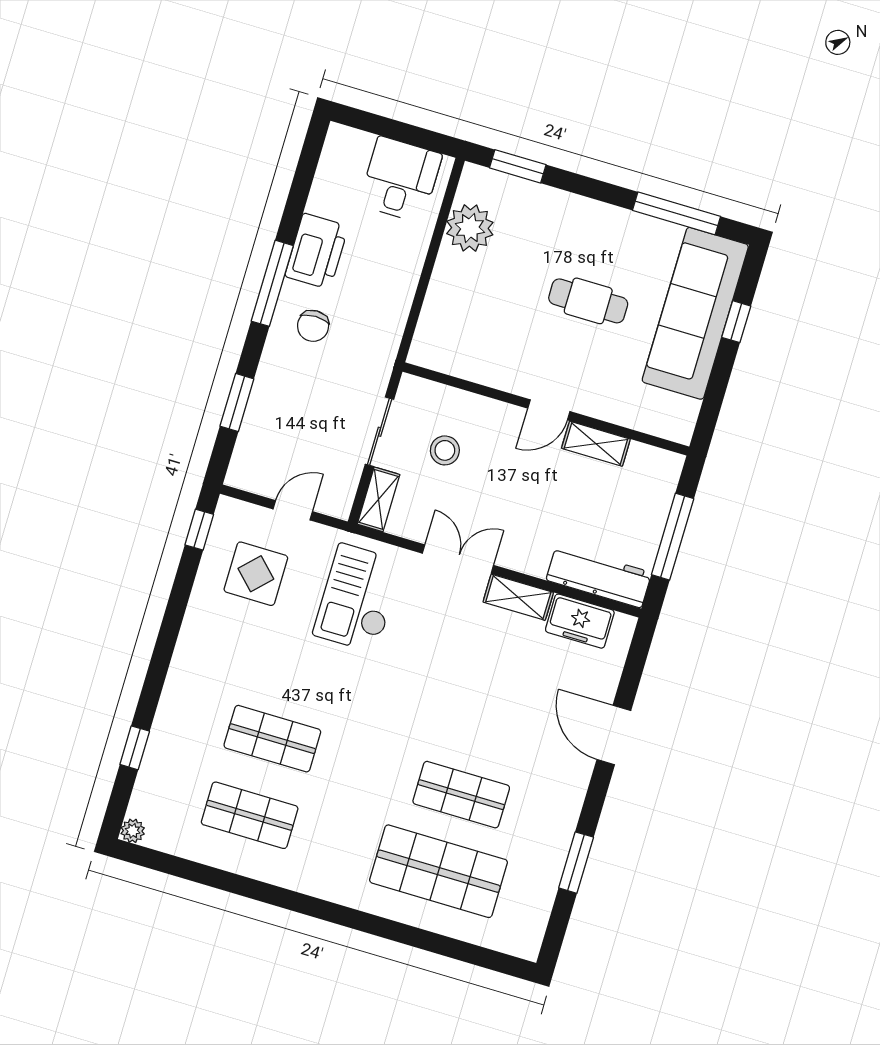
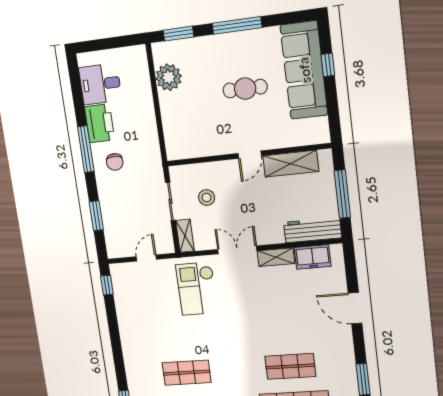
desk: (400, 180) -> (100, 84), moved, turned -90
window: (677, 213) -> (237, 25), moved
shelving: (596, 444) -> (291, 164), width x1.50, depth x1.33
display table: (256, 574) -> (143, 296), removed

